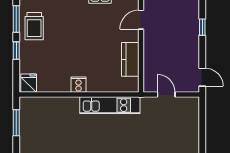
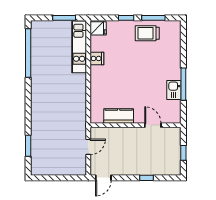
cooker: (79, 85) -> (97, 58), moved
kitchen unit: (110, 105) -> (79, 47), moved

